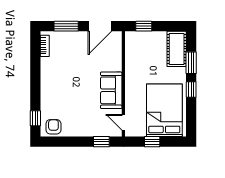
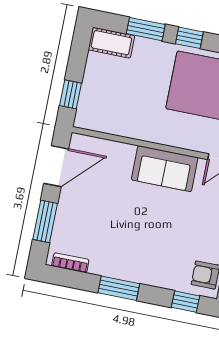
door: (100, 26) -> (56, 166), hinge flipped
cot: (177, 49) -> (111, 43), width x0.73, depth x0.75
window: (35, 77) -> (119, 288), added

